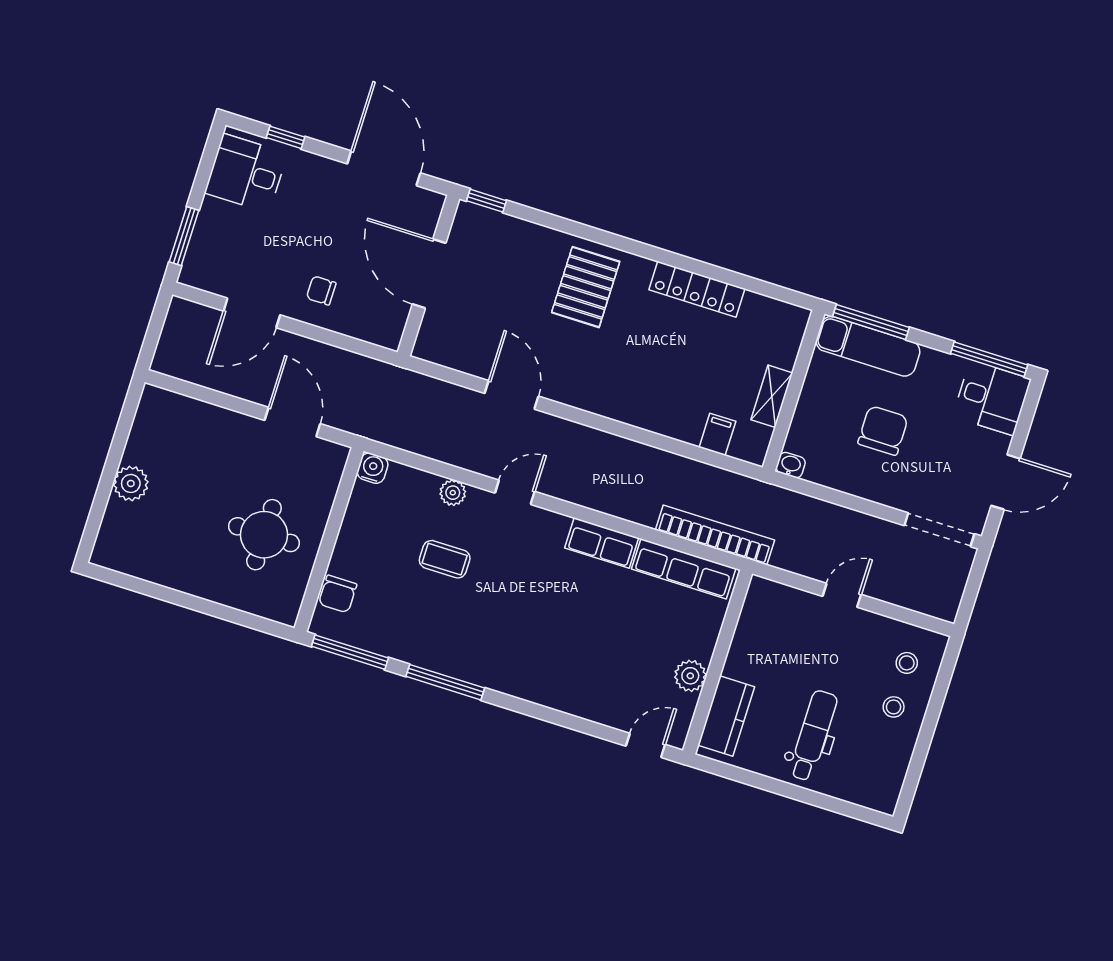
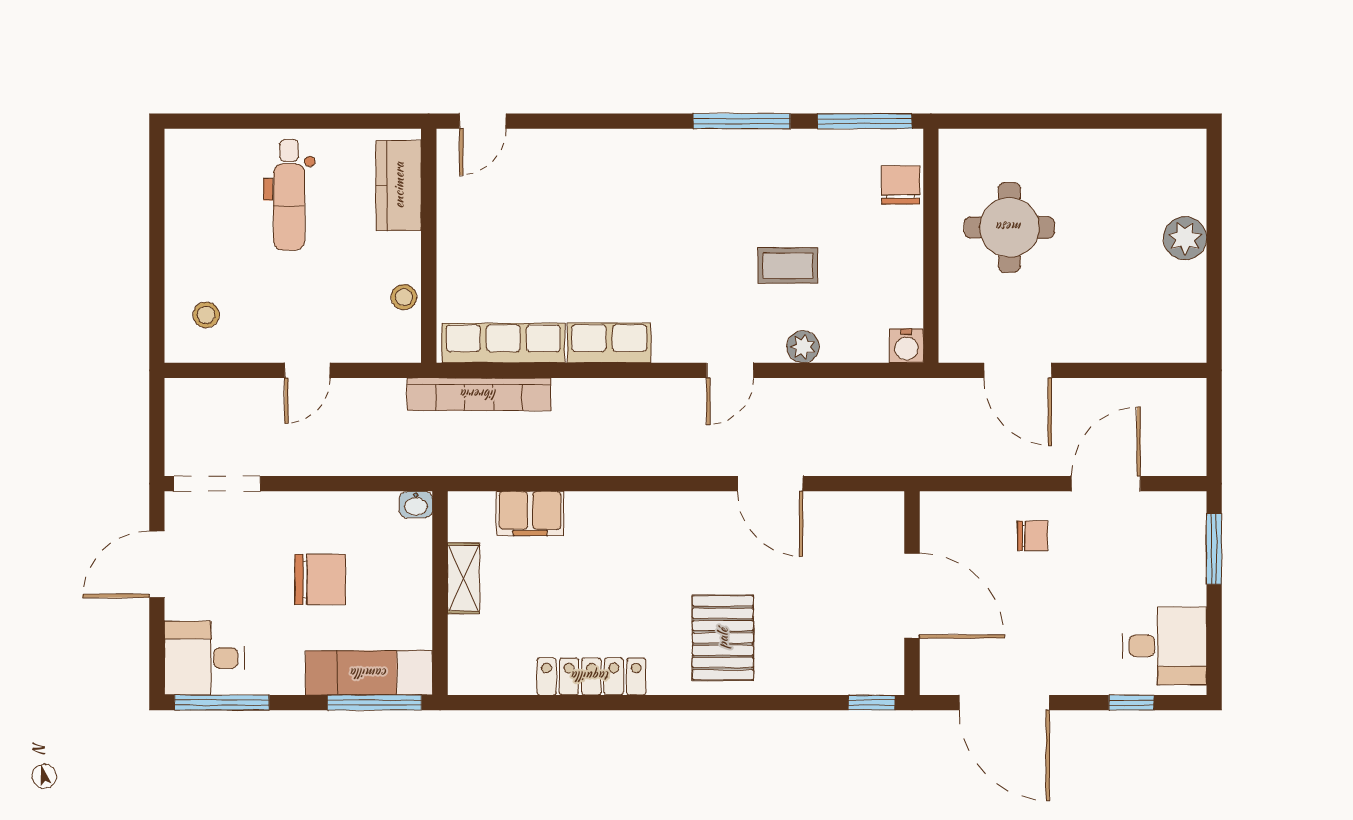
chair: (883, 430) -> (320, 579), turned -90
filing cabinet: (717, 434) -> (530, 513), width x2.00
plant: (690, 676) -> (456, 219), removed
stool: (894, 707) -> (404, 297), moved

